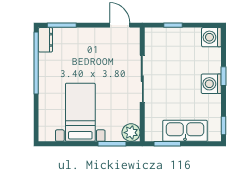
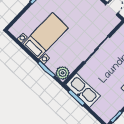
kitchen sink: (185, 131) -> (83, 90), moved

